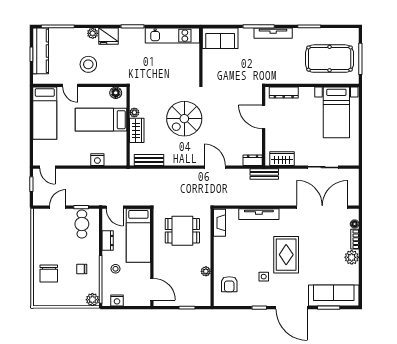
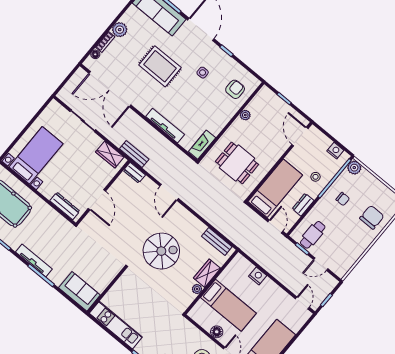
floor lamp: (116, 93) -> (217, 332), moved
rug: (286, 255) -> (160, 66), moved, turned 90

